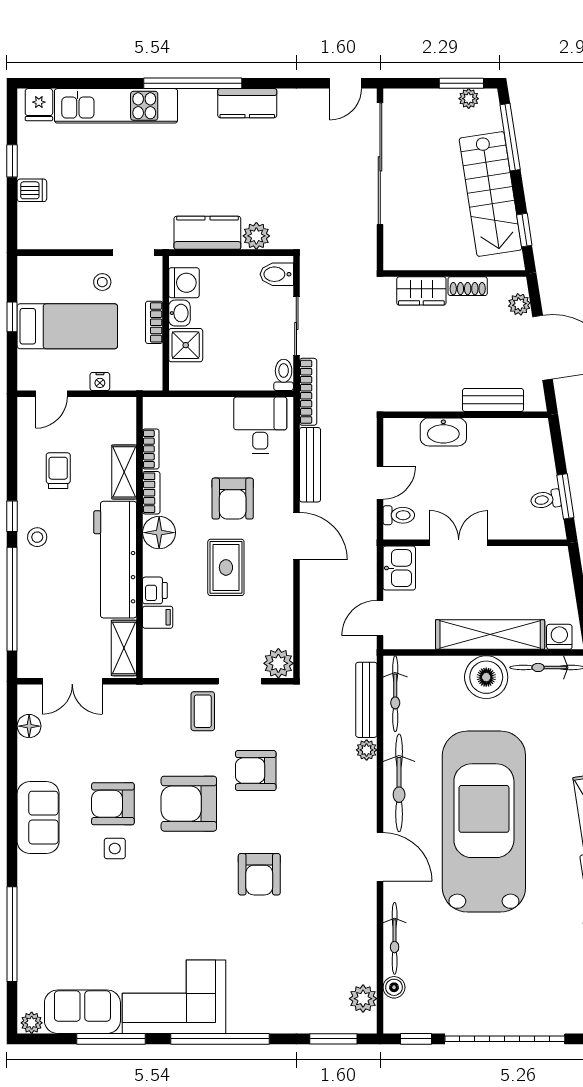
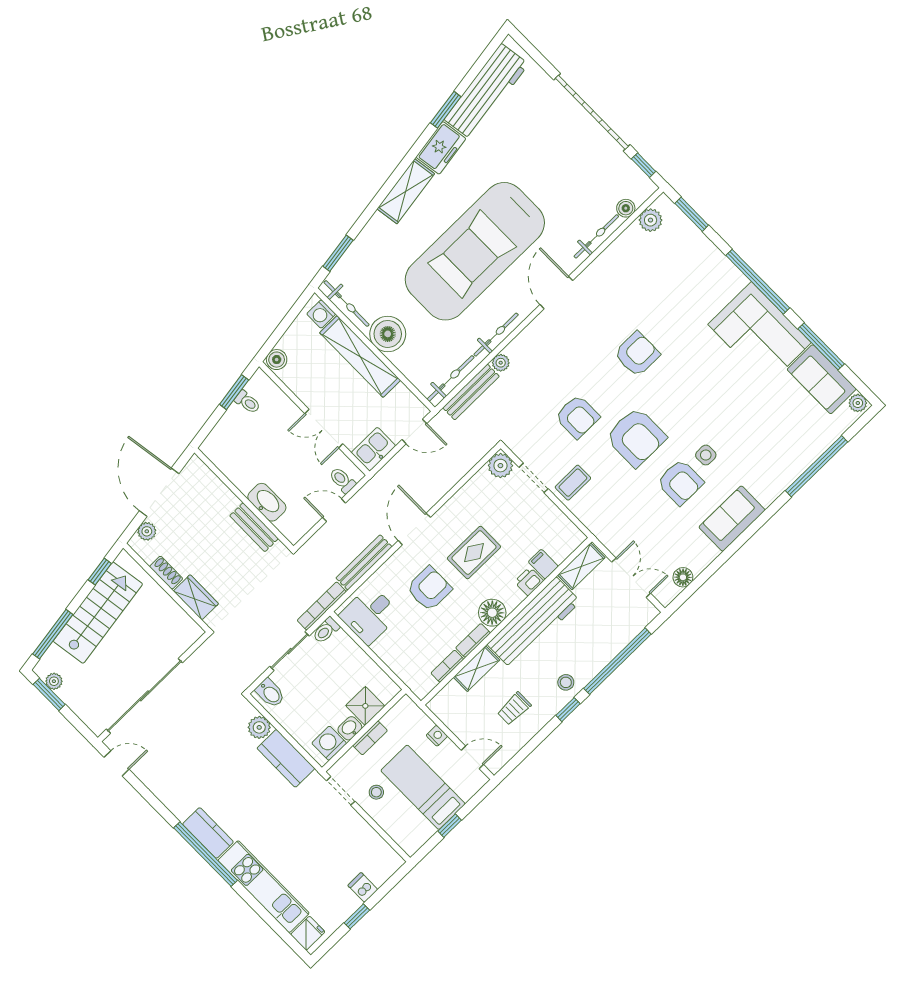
kitchen counter: (247, 103) -> (208, 833), moved
bench: (493, 400) -> (254, 527), moved
boiler: (558, 560) -> (277, 360), added
bicycle: (399, 783) -> (496, 335), width x0.73, depth x0.71

